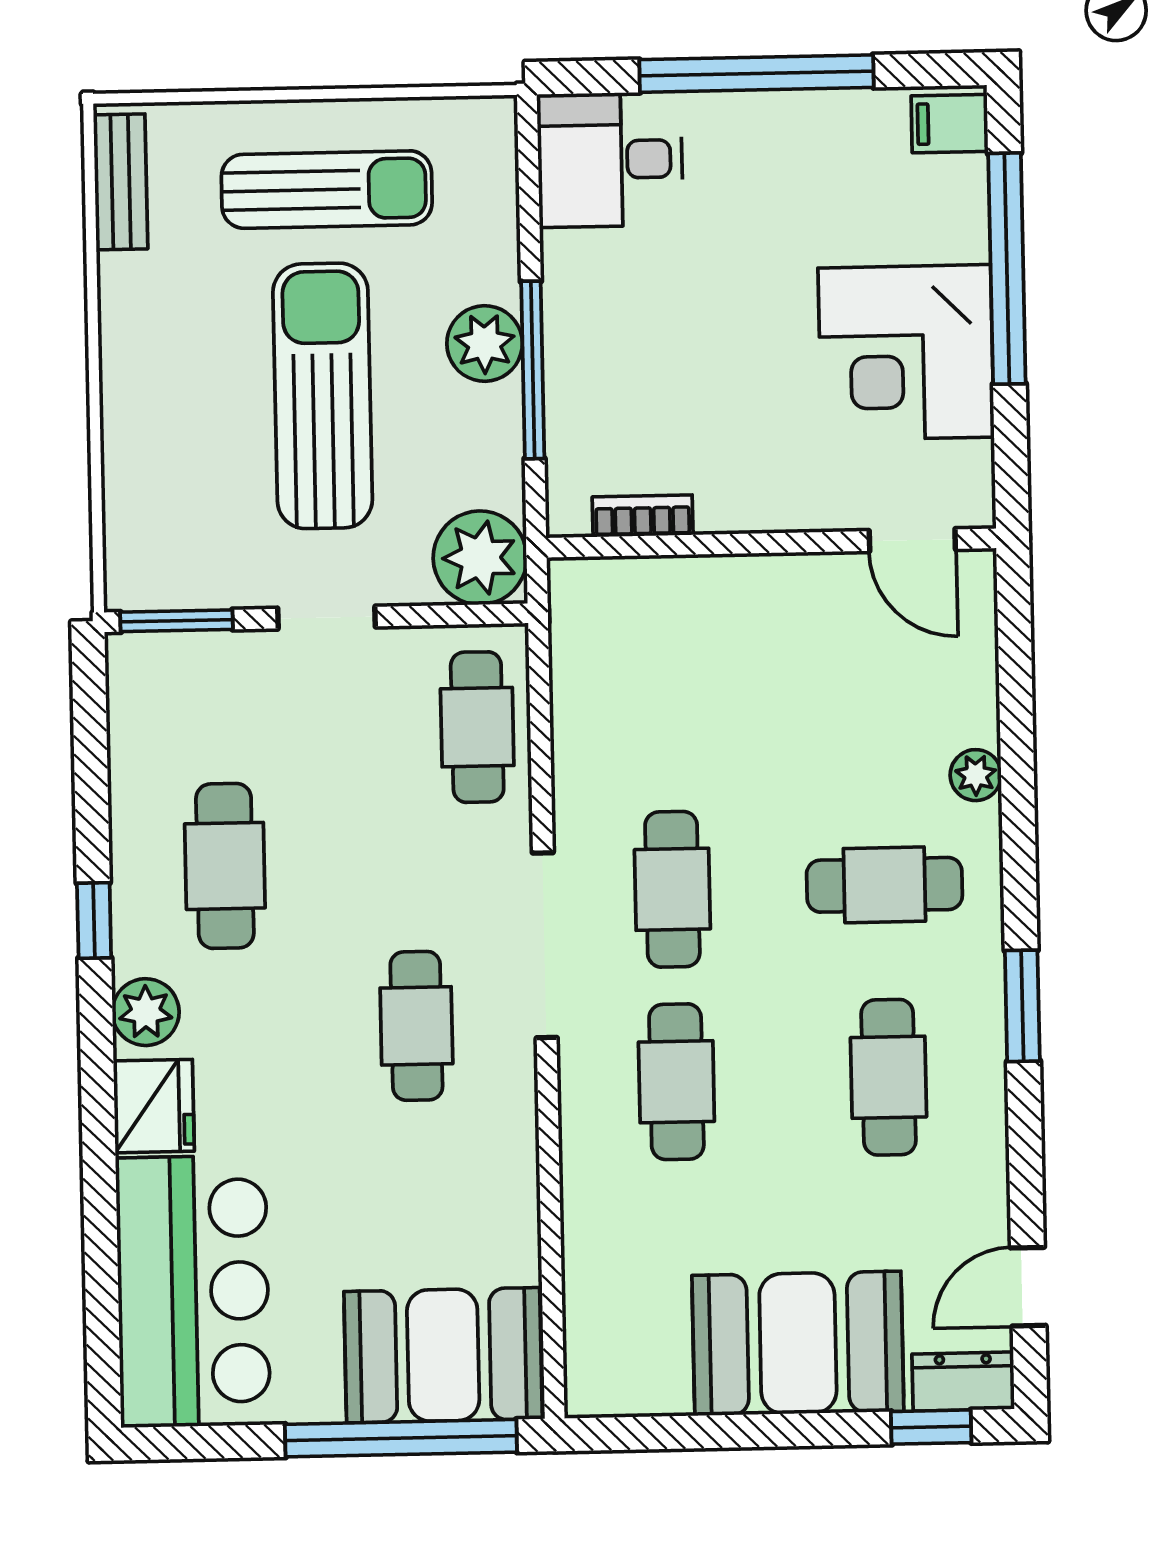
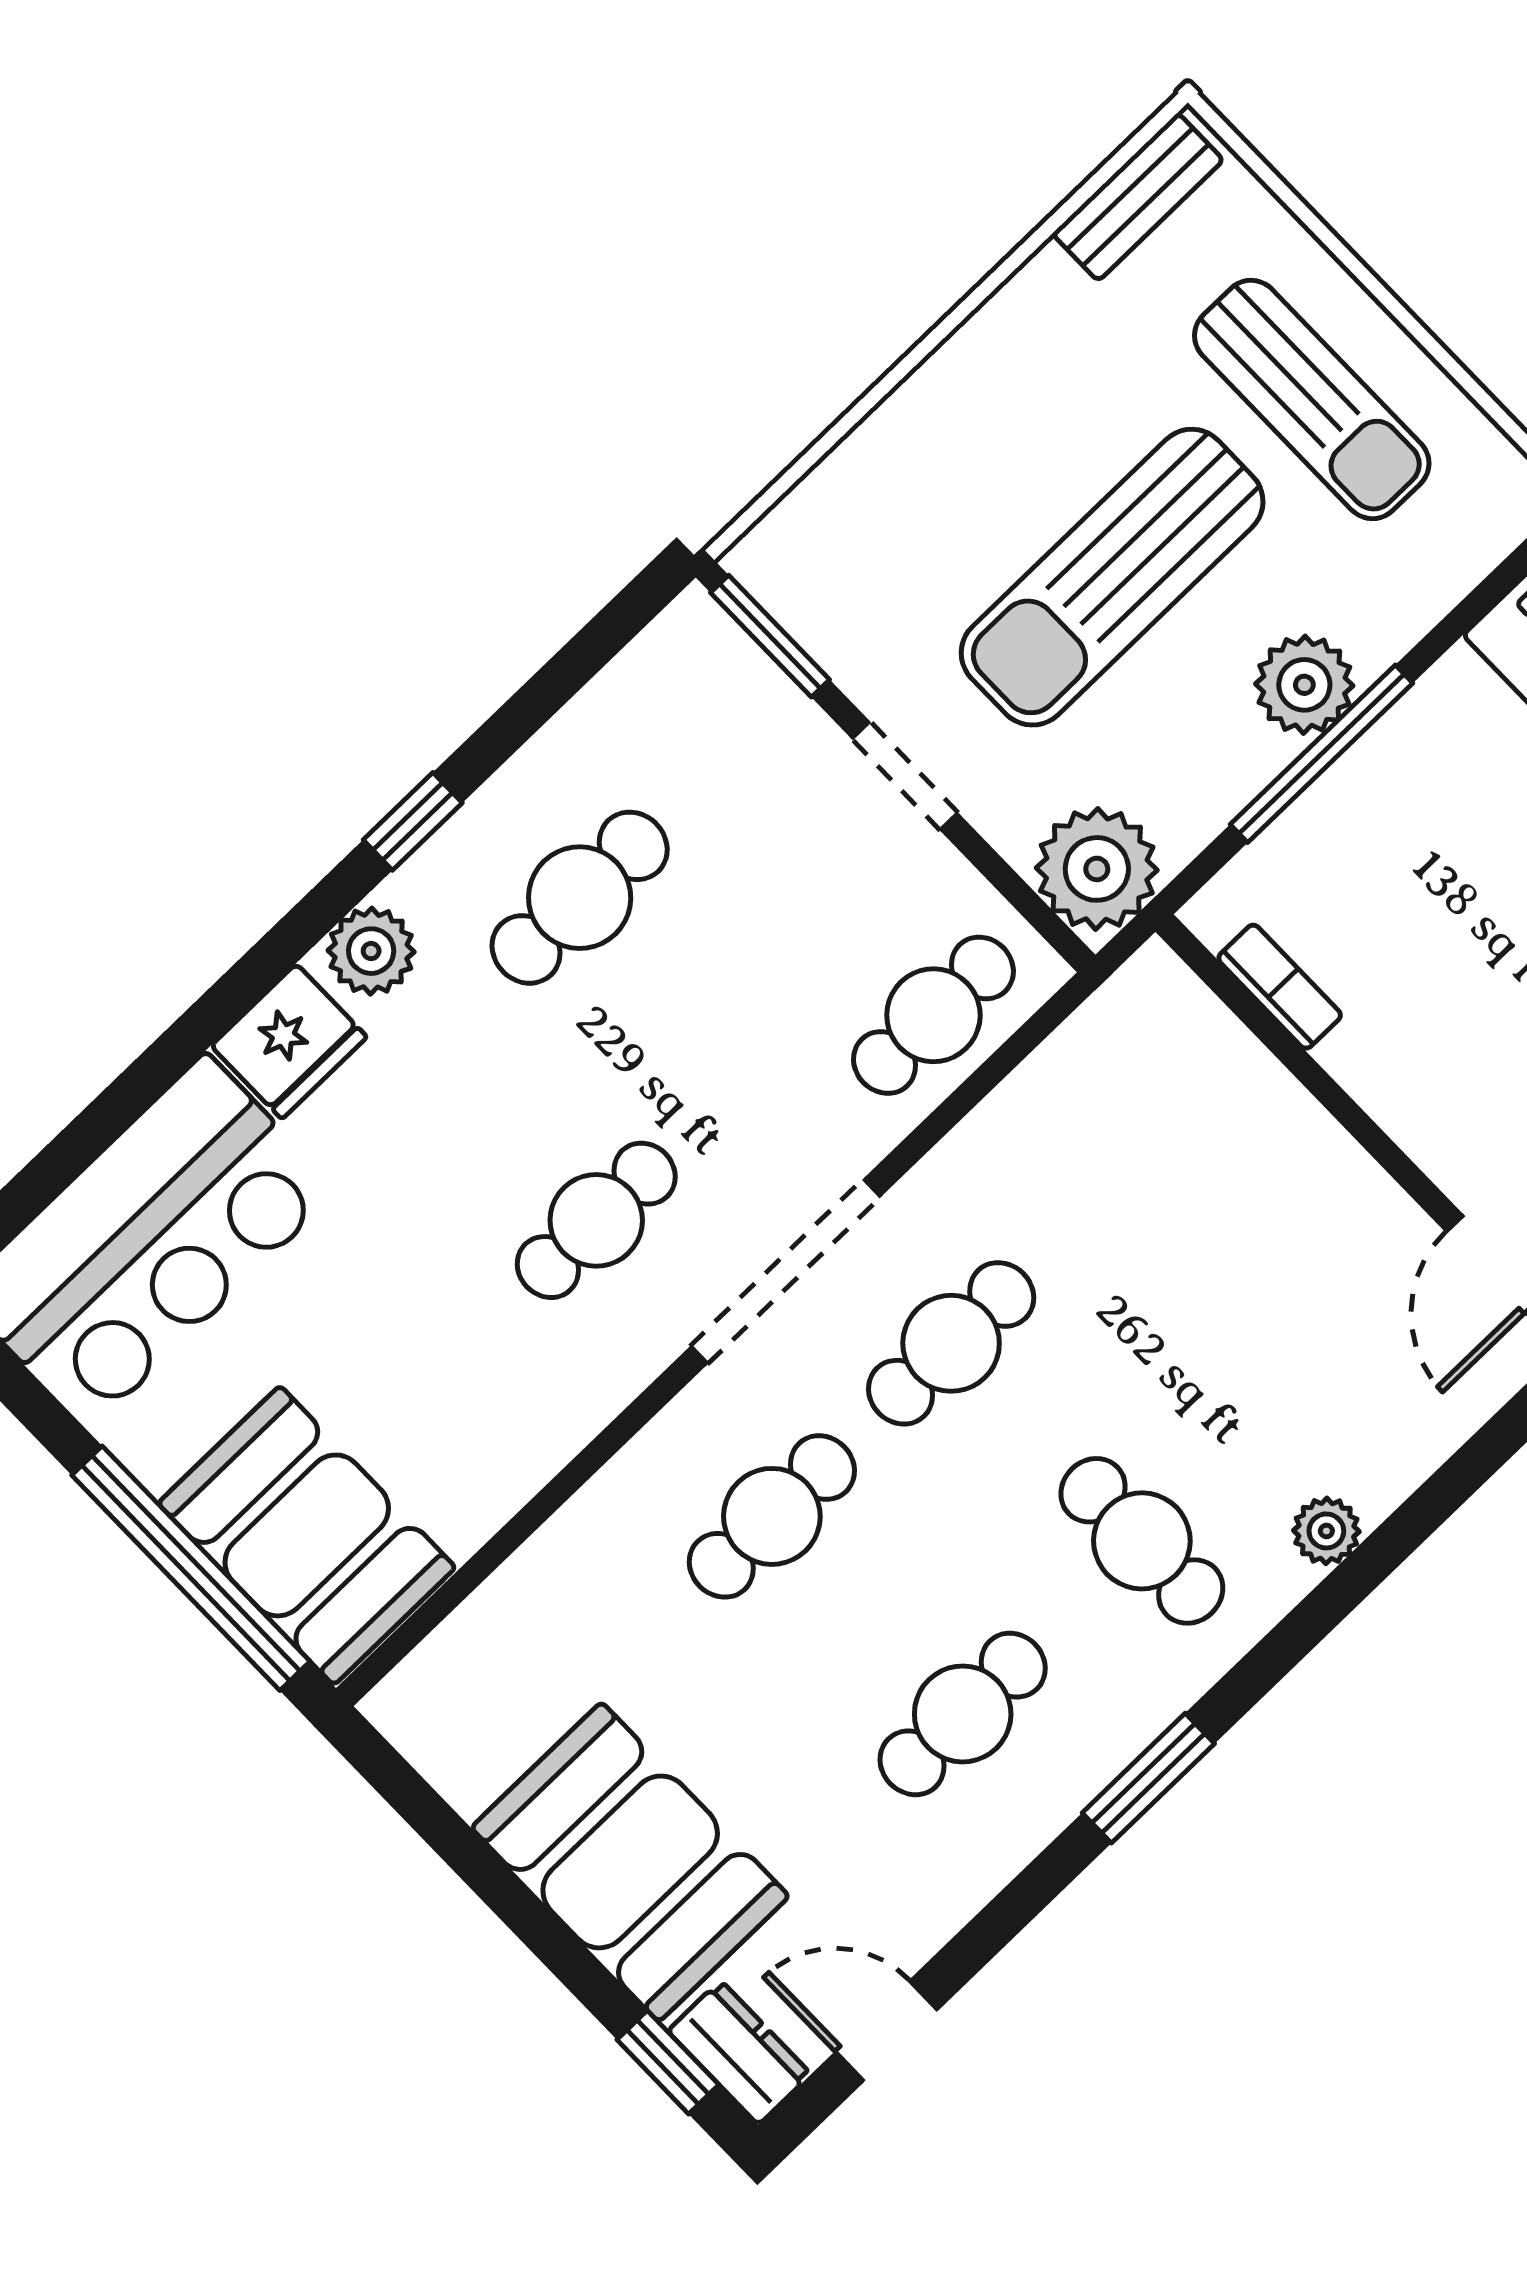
sun lounger: (323, 396) -> (1112, 577), turned 180

